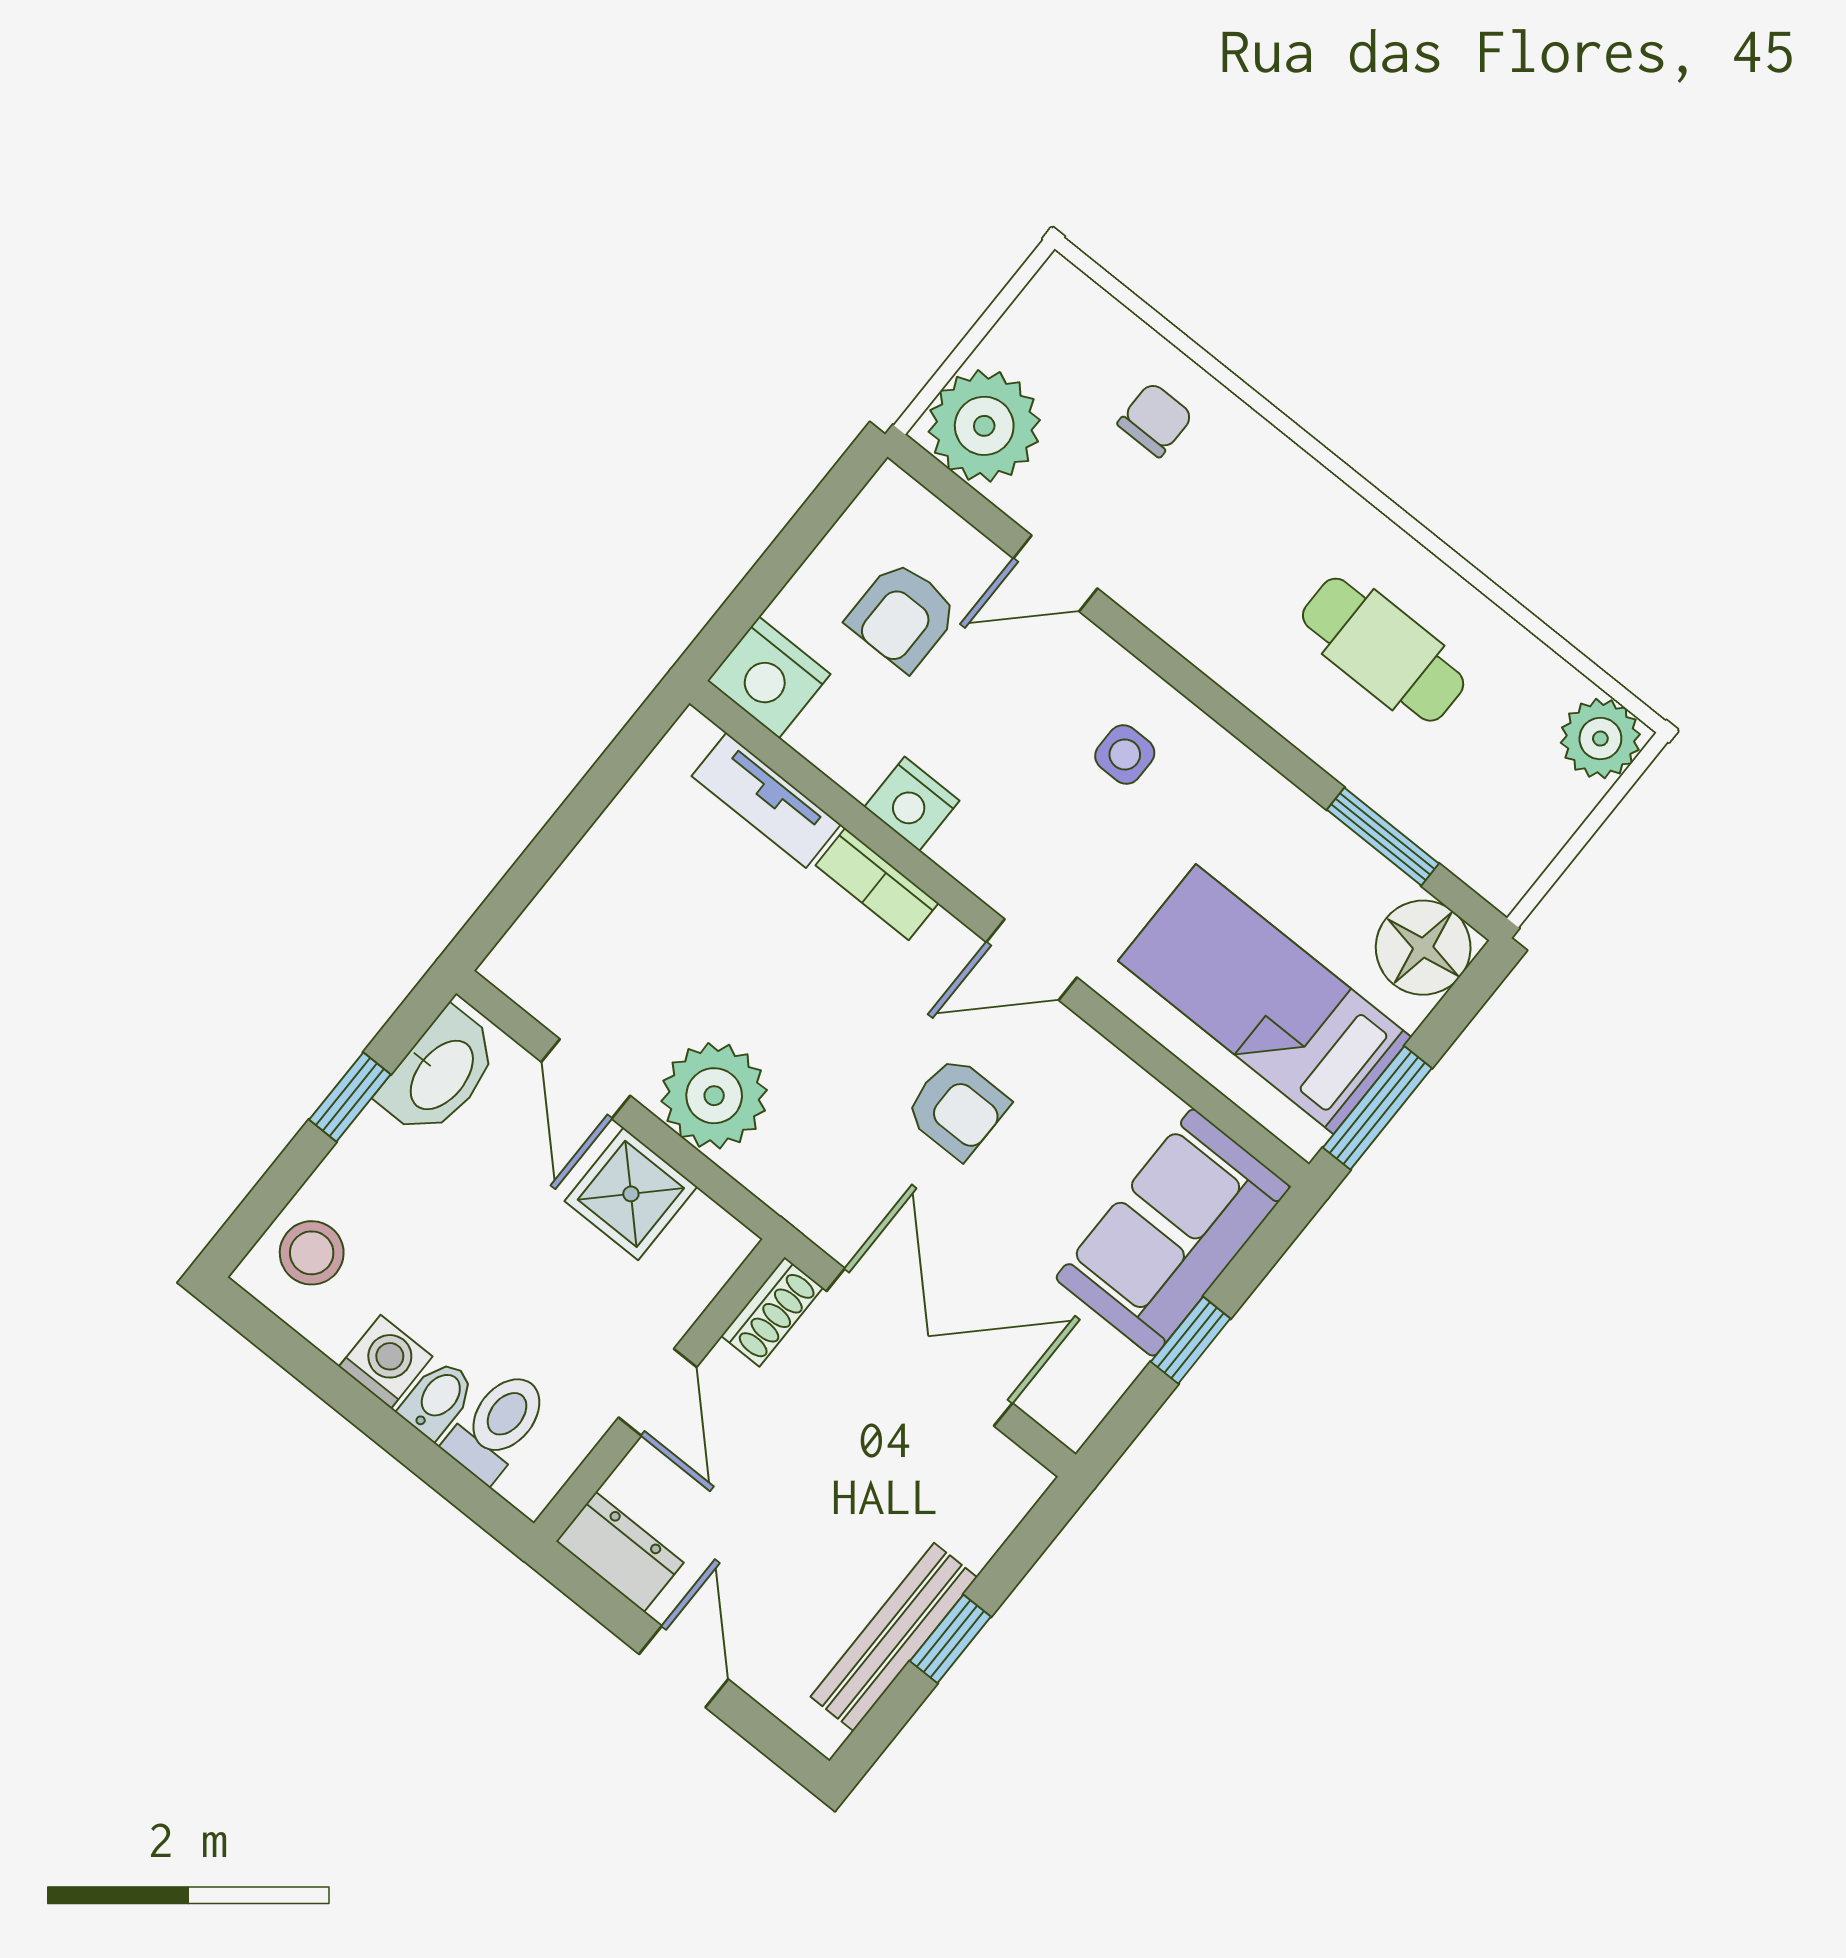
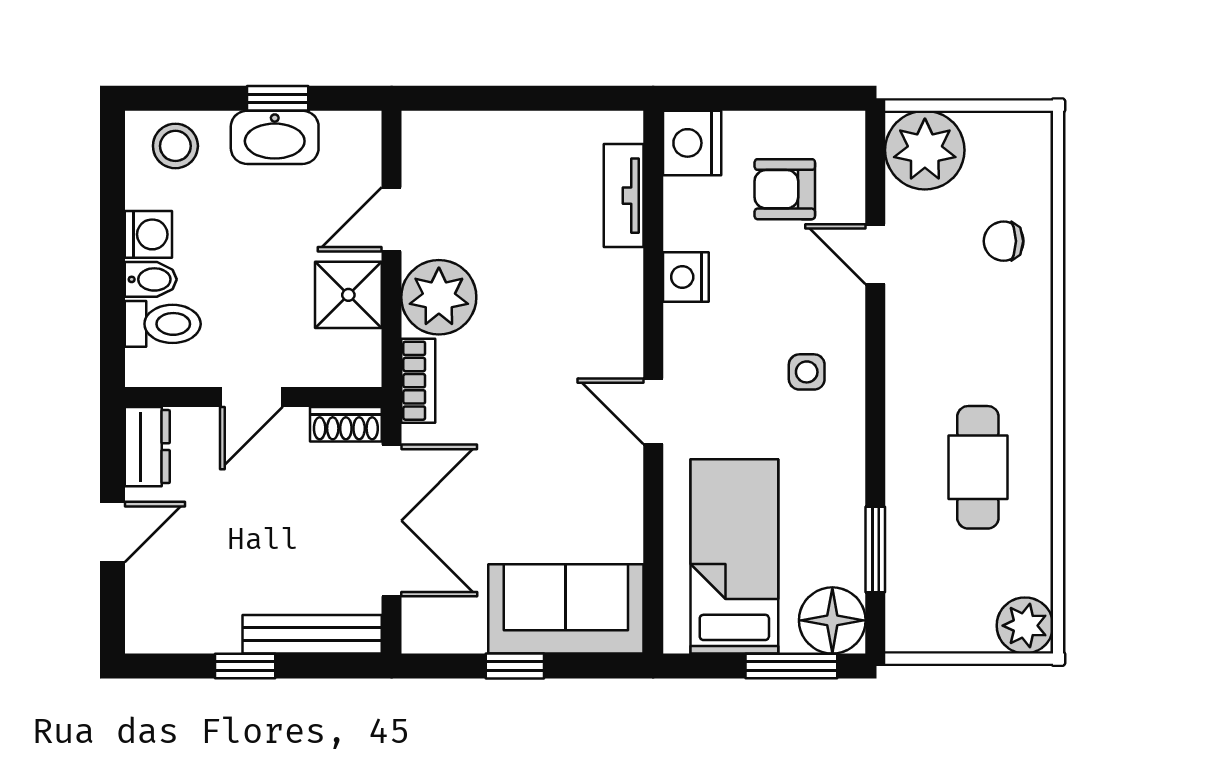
chair: (1155, 420) -> (1004, 241), turned 180
bookcase: (877, 884) -> (418, 381), moved, turned 180
washbasin: (440, 1074) -> (275, 137), moved
armchair: (957, 1108) -> (539, 436), removed
window: (1377, 1108) -> (791, 666), moved
bench: (894, 1637) -> (312, 634), moved

